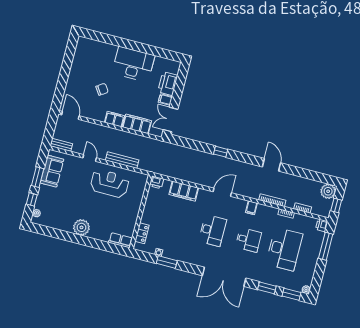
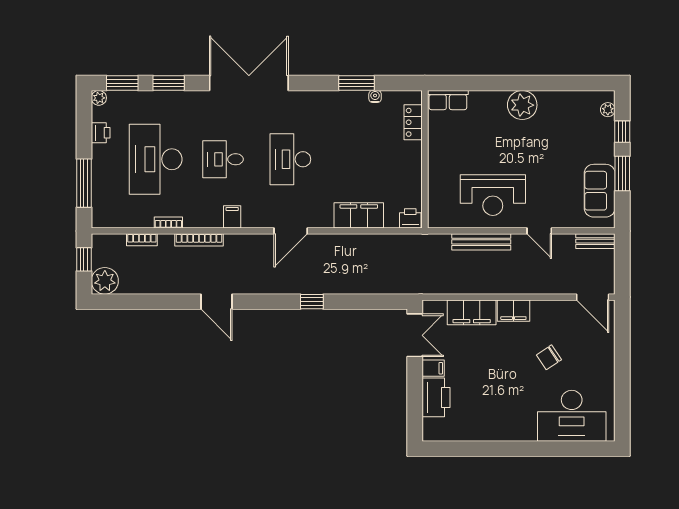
desk: (133, 64) -> (572, 416), moved
printer: (322, 225) -> (101, 133), moved

